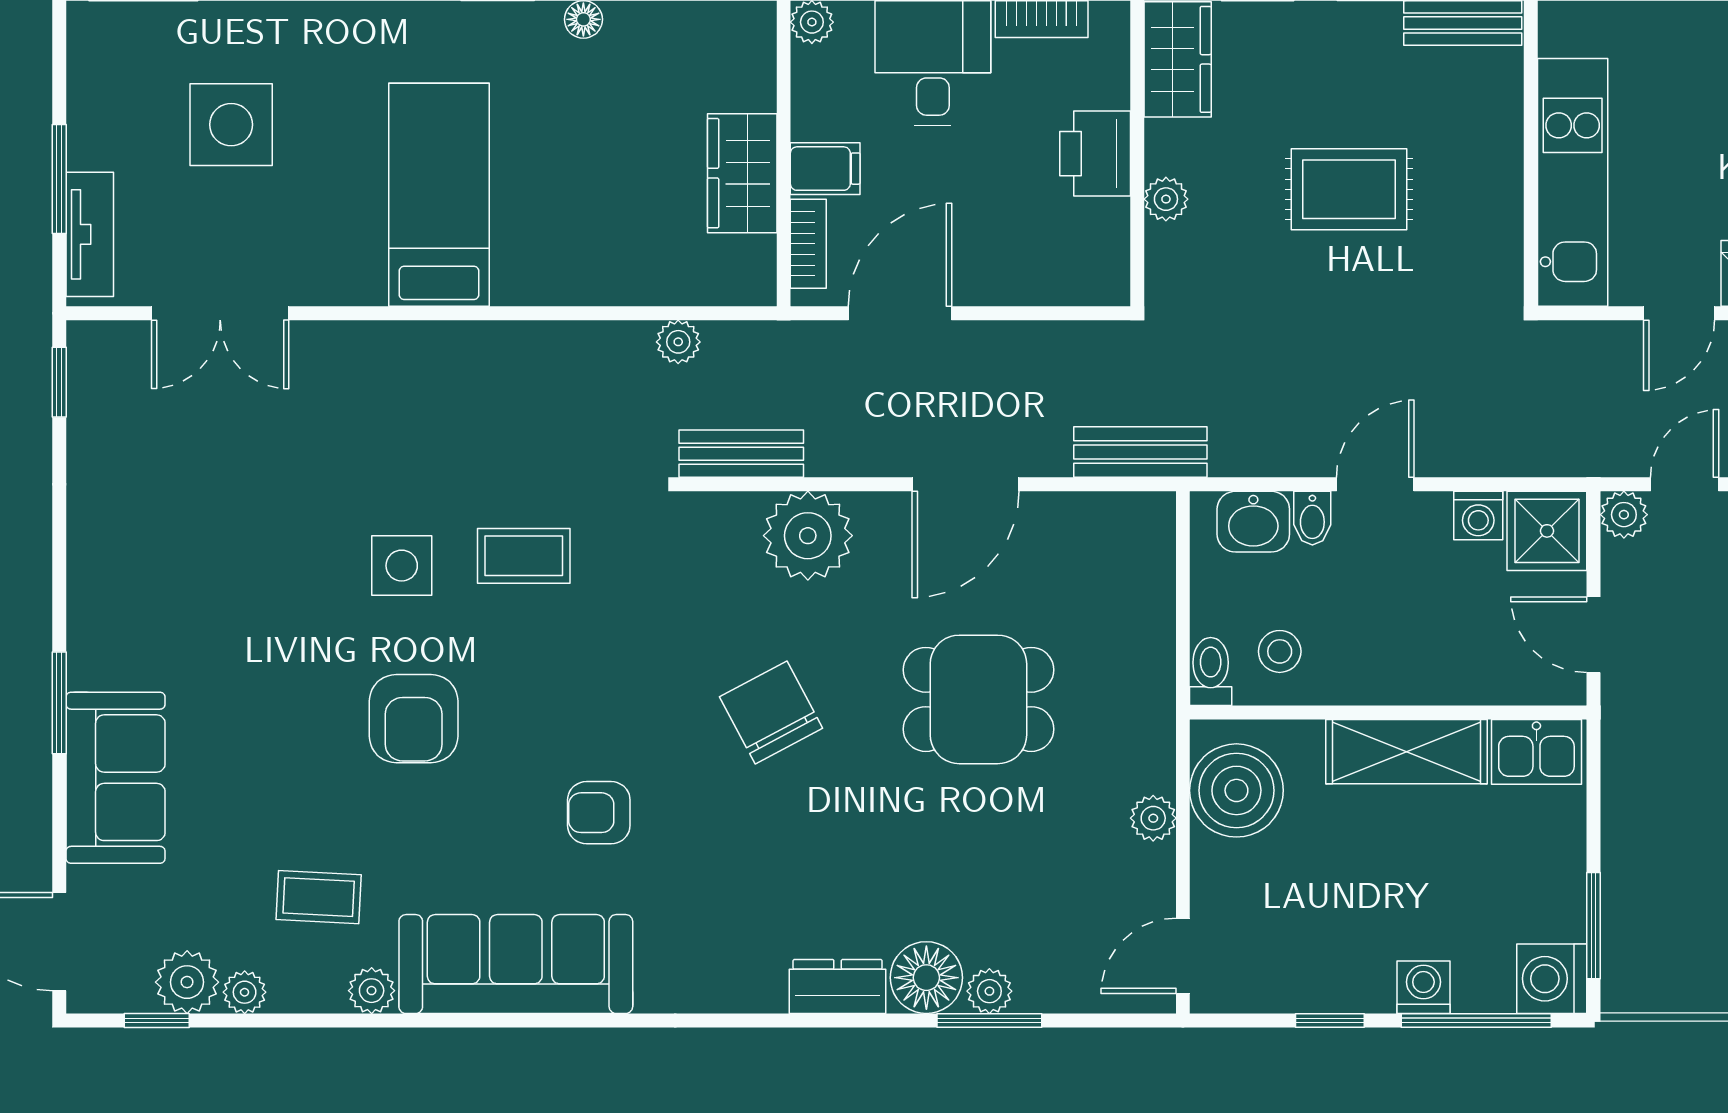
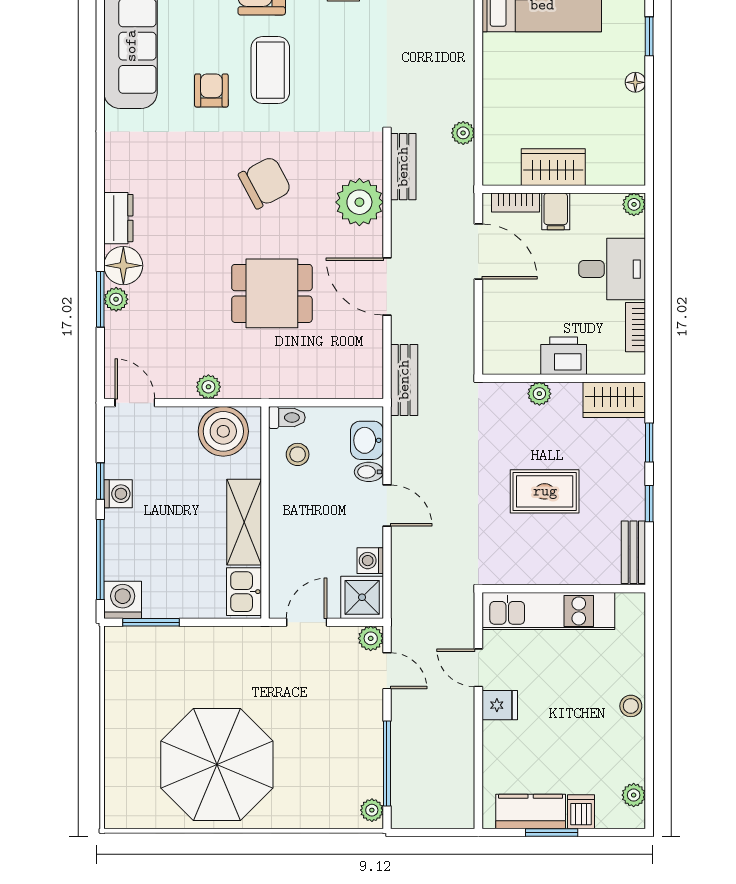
rug: (1349, 189) -> (545, 491), turned 90
coffee table: (524, 556) -> (270, 70), moved, width x1.36, depth x1.30
dining table: (978, 699) -> (272, 293), turned 90
washing machine: (1423, 987) -> (118, 494), moved

